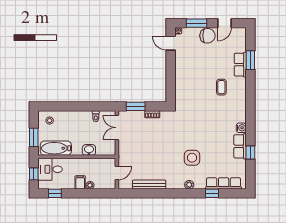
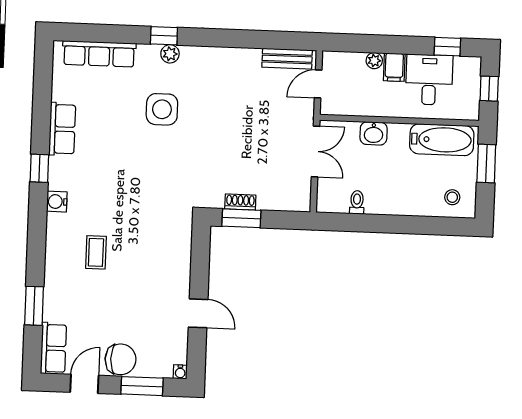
chair: (207, 36) -> (121, 359), turned 180
door: (171, 43) -> (198, 313), moved
row of seats: (240, 65) -> (53, 348), moved
window: (136, 106) -> (241, 218), moved
double door: (117, 128) -> (316, 152), moved
water cooler: (241, 128) -> (57, 202), moved
window: (250, 153) -> (39, 168), moved
desk: (50, 169) -> (429, 80), moved, turned -90
bench: (149, 185) -> (287, 59), moved, width x0.73
window: (212, 193) -> (164, 36), moved

